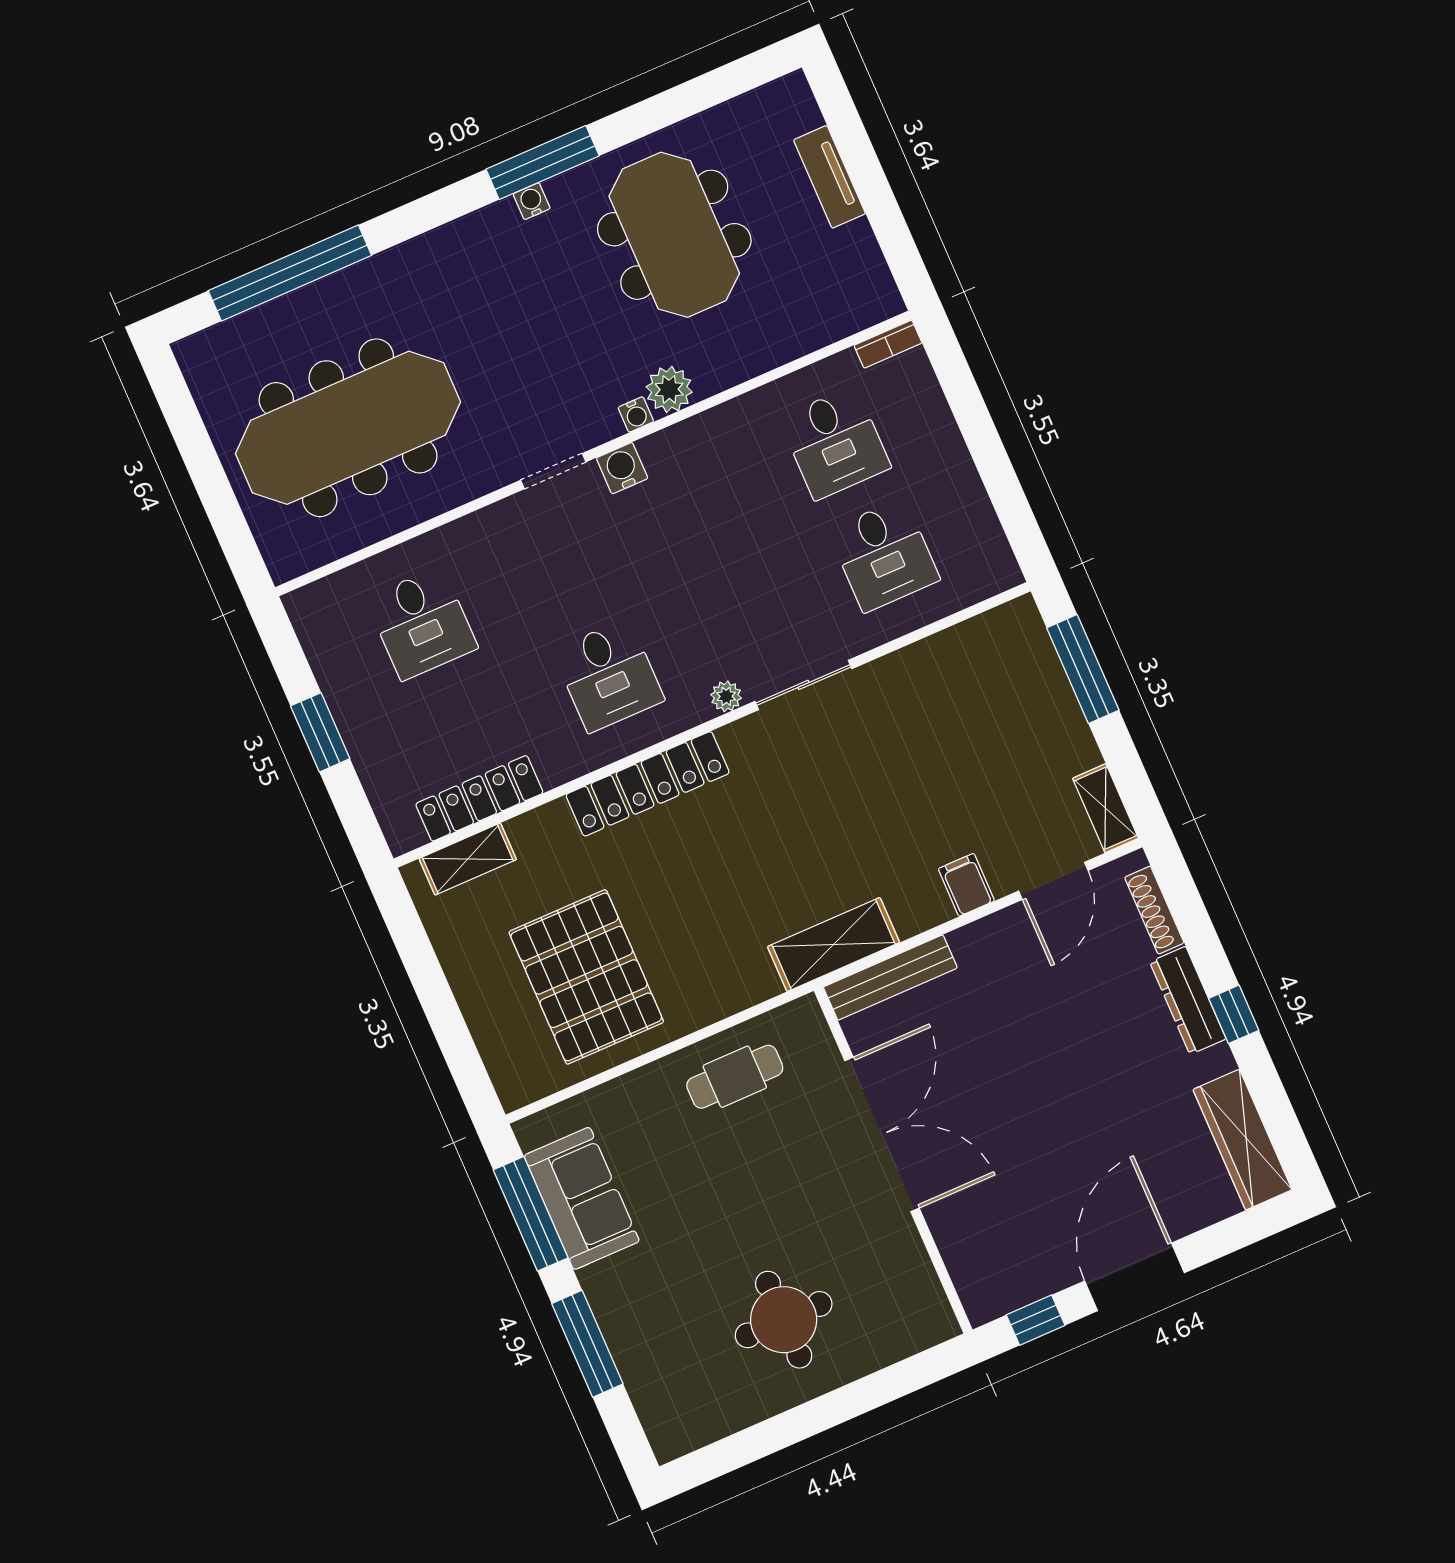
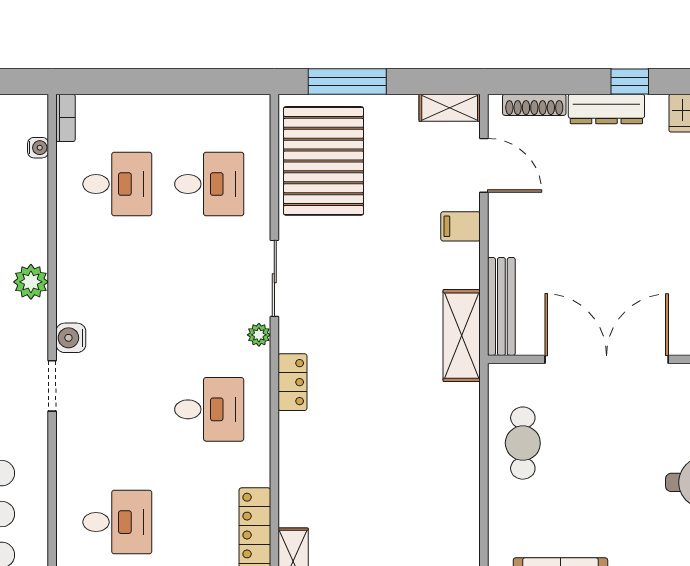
water cooler: (636, 414) -> (38, 148), moved
locker: (648, 784) -> (292, 382), width x0.46, depth x0.83
pallet: (586, 977) -> (324, 161), moved, turned 90

